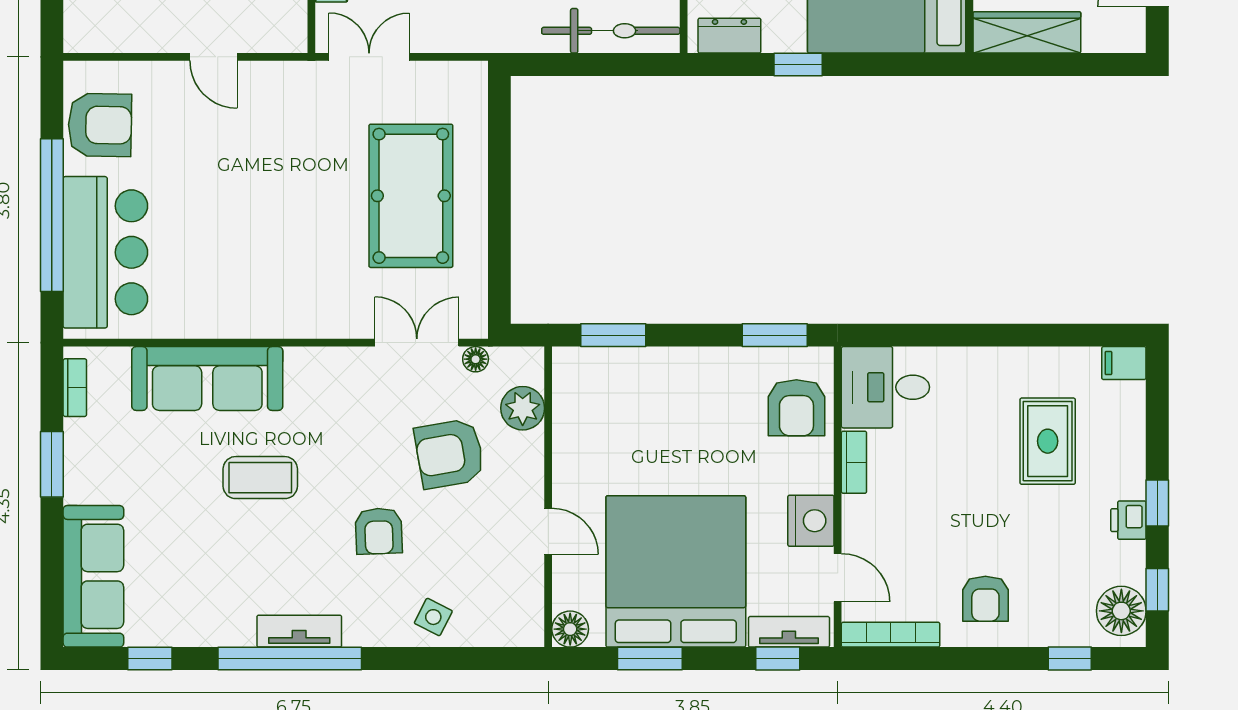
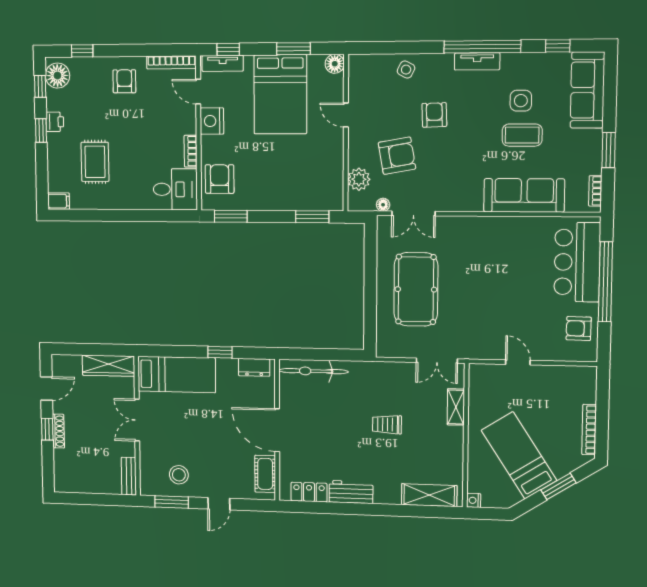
armchair: (100, 125) -> (579, 328), width x0.72, depth x0.72
coffee table: (260, 478) -> (522, 135), moved
side table: (216, 557) -> (521, 101), added
bed: (676, 571) -> (280, 94), width x0.73

